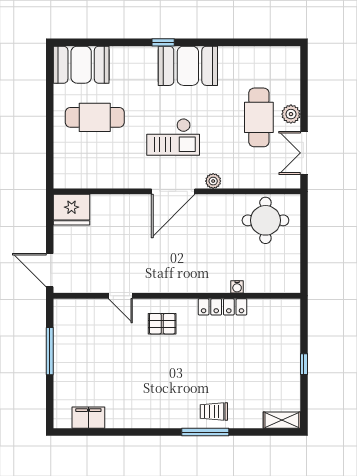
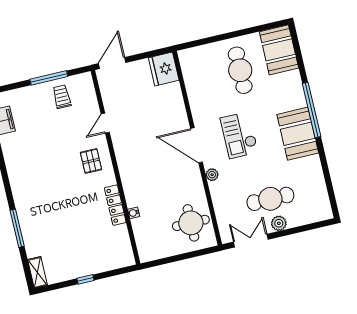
window: (163, 42) -> (312, 110), width x3.17
trolley: (214, 411) -> (62, 97), moved
window: (205, 432) -> (17, 228), moved

